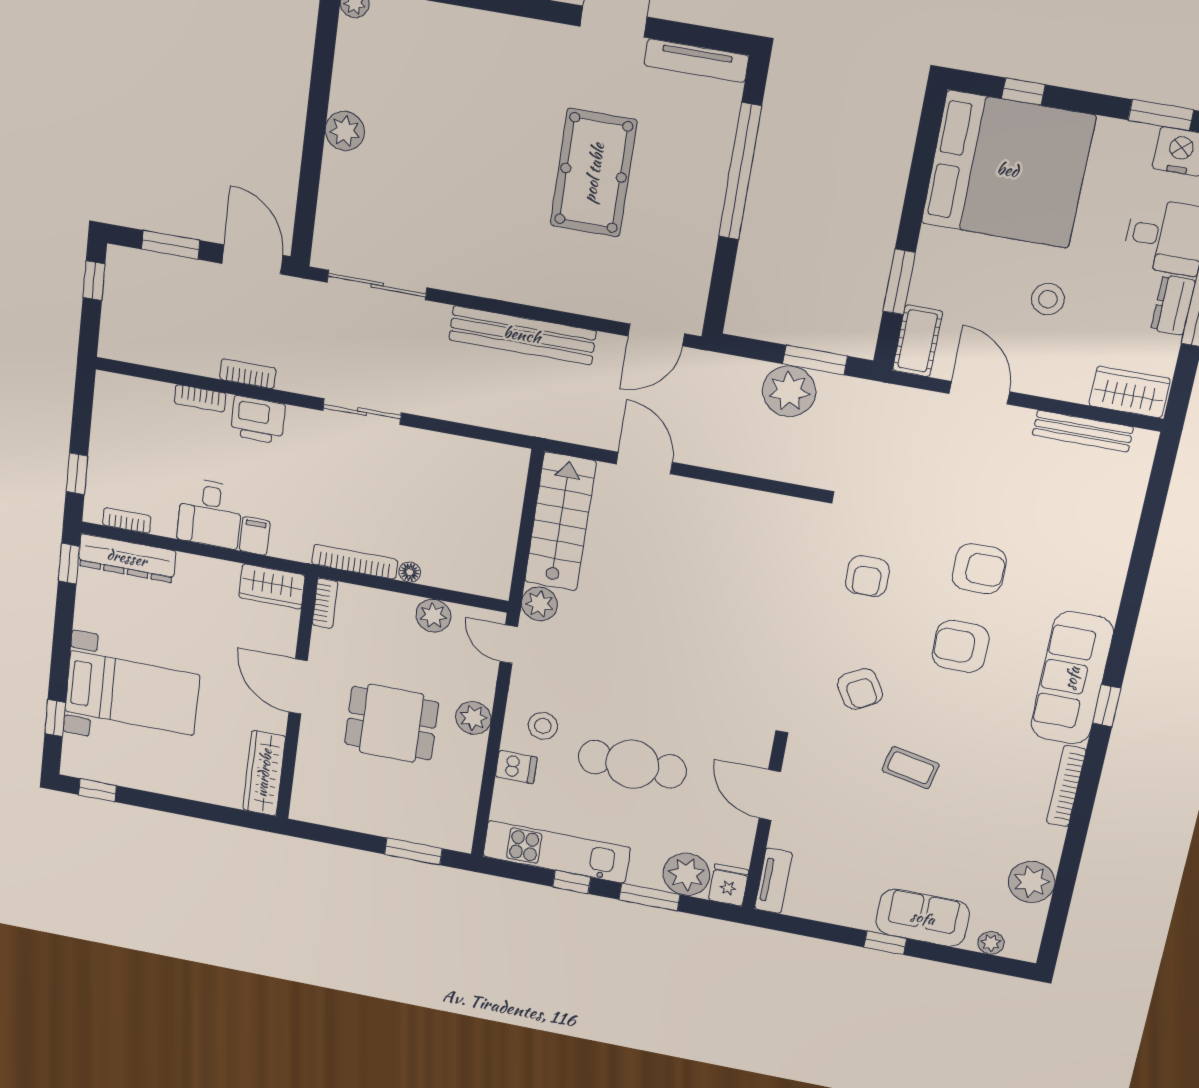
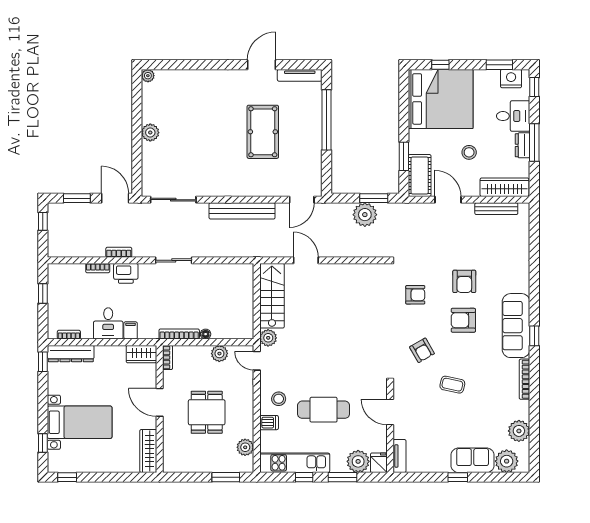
cot: (918, 341) -> (420, 176), width x1.37, depth x1.34
wardrobe: (1130, 392) -> (504, 187), width x1.50
window: (77, 474) -> (43, 293), moved
armchair: (979, 569) -> (464, 281), turned 90
armchair: (867, 576) -> (415, 295), turned -90
plant: (473, 718) -> (245, 447), moved
dining table: (392, 723) -> (207, 412), turned 90
plant: (991, 943) -> (507, 461), width x1.87, depth x1.87

